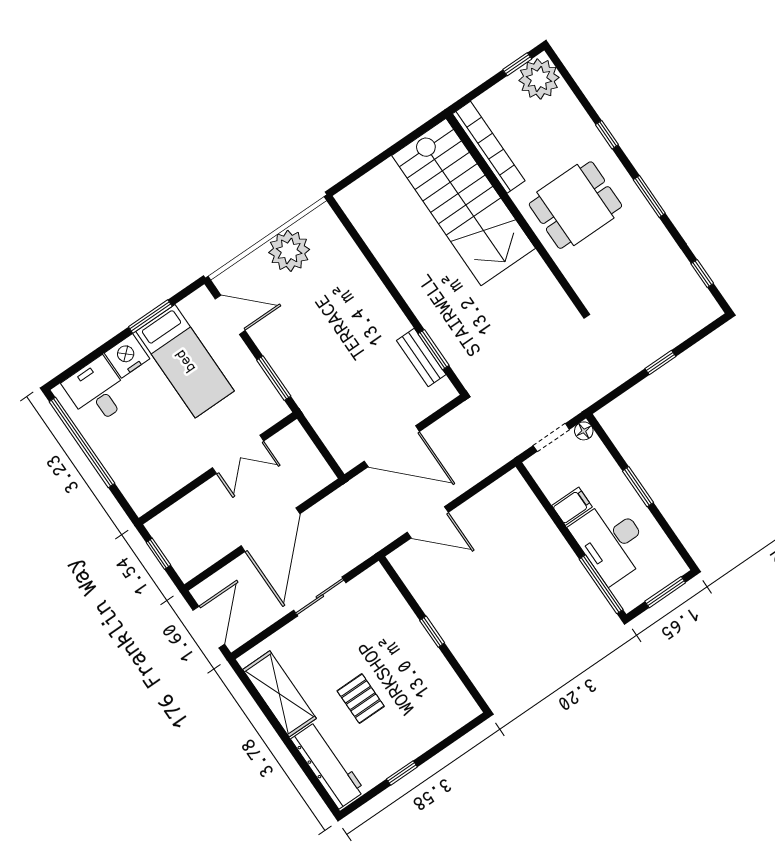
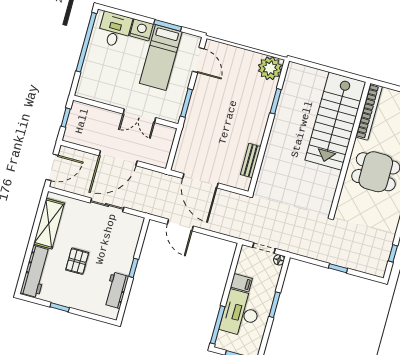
plant: (289, 251) -> (270, 68), moved
window: (433, 350) -> (276, 101), moved
workbench: (442, 680) -> (116, 290), added

